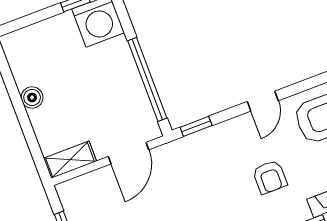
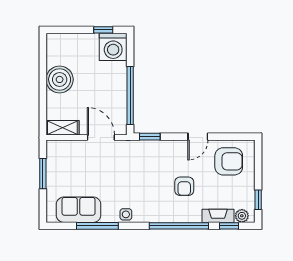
boiler: (32, 98) -> (60, 79), width x1.86, depth x1.86
door: (129, 153) -> (101, 138), swing flipped

